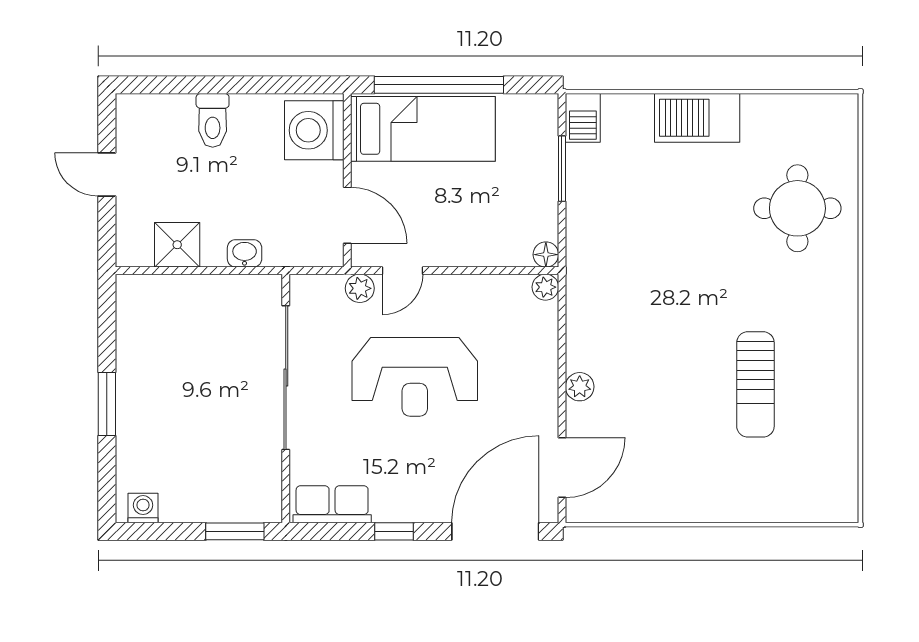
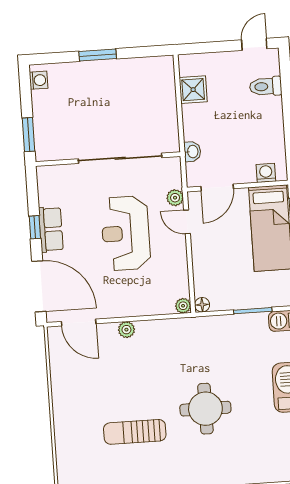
toilet: (213, 120) -> (266, 86), moved
washing machine: (314, 130) -> (266, 173), width x0.53, depth x0.53
door: (107, 175) -> (254, 44), moved
round table: (797, 208) -> (205, 409), moved
washbasin: (245, 253) -> (192, 152), moved
row of seats: (332, 504) -> (51, 229), moved

